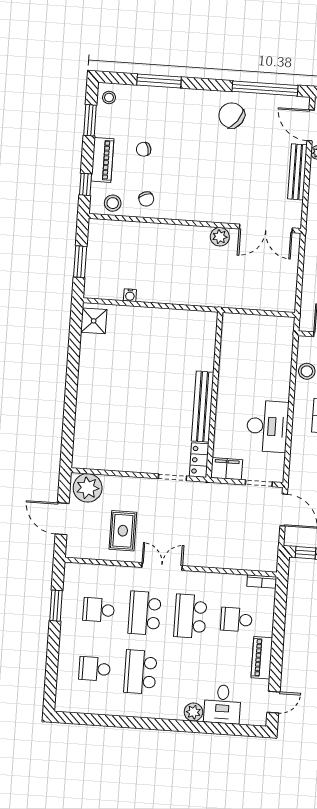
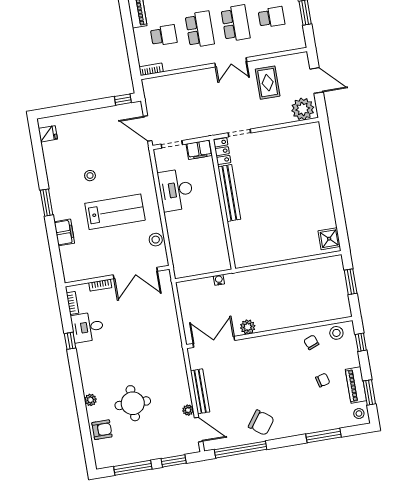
piano: (102, 160) -> (356, 385), moved
water cooler: (130, 295) -> (219, 280), moved

